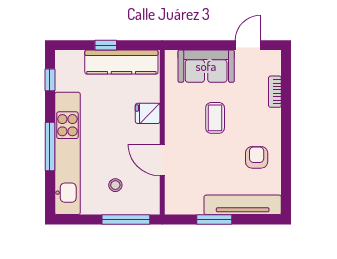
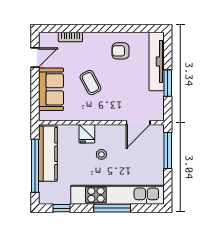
window: (106, 45) -> (35, 166), width x3.17
door: (248, 45) -> (35, 57), swing flipped
coffee table: (215, 118) -> (90, 83), turned 62
door: (162, 160) -> (138, 123), moved
stool: (115, 185) -> (101, 154), moved

